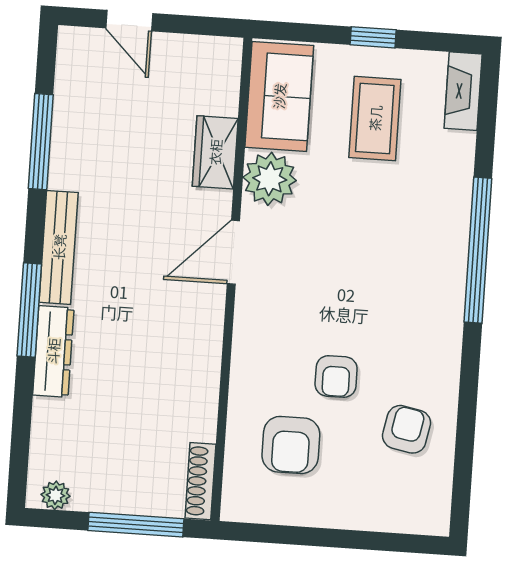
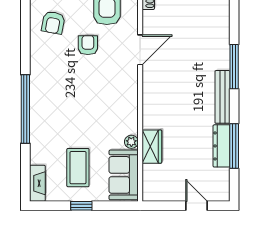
plant: (270, 179) -> (131, 142), width x0.53, depth x0.53
door: (233, 252) -> (140, 50), moved
dresser: (53, 351) -> (222, 146), moved

